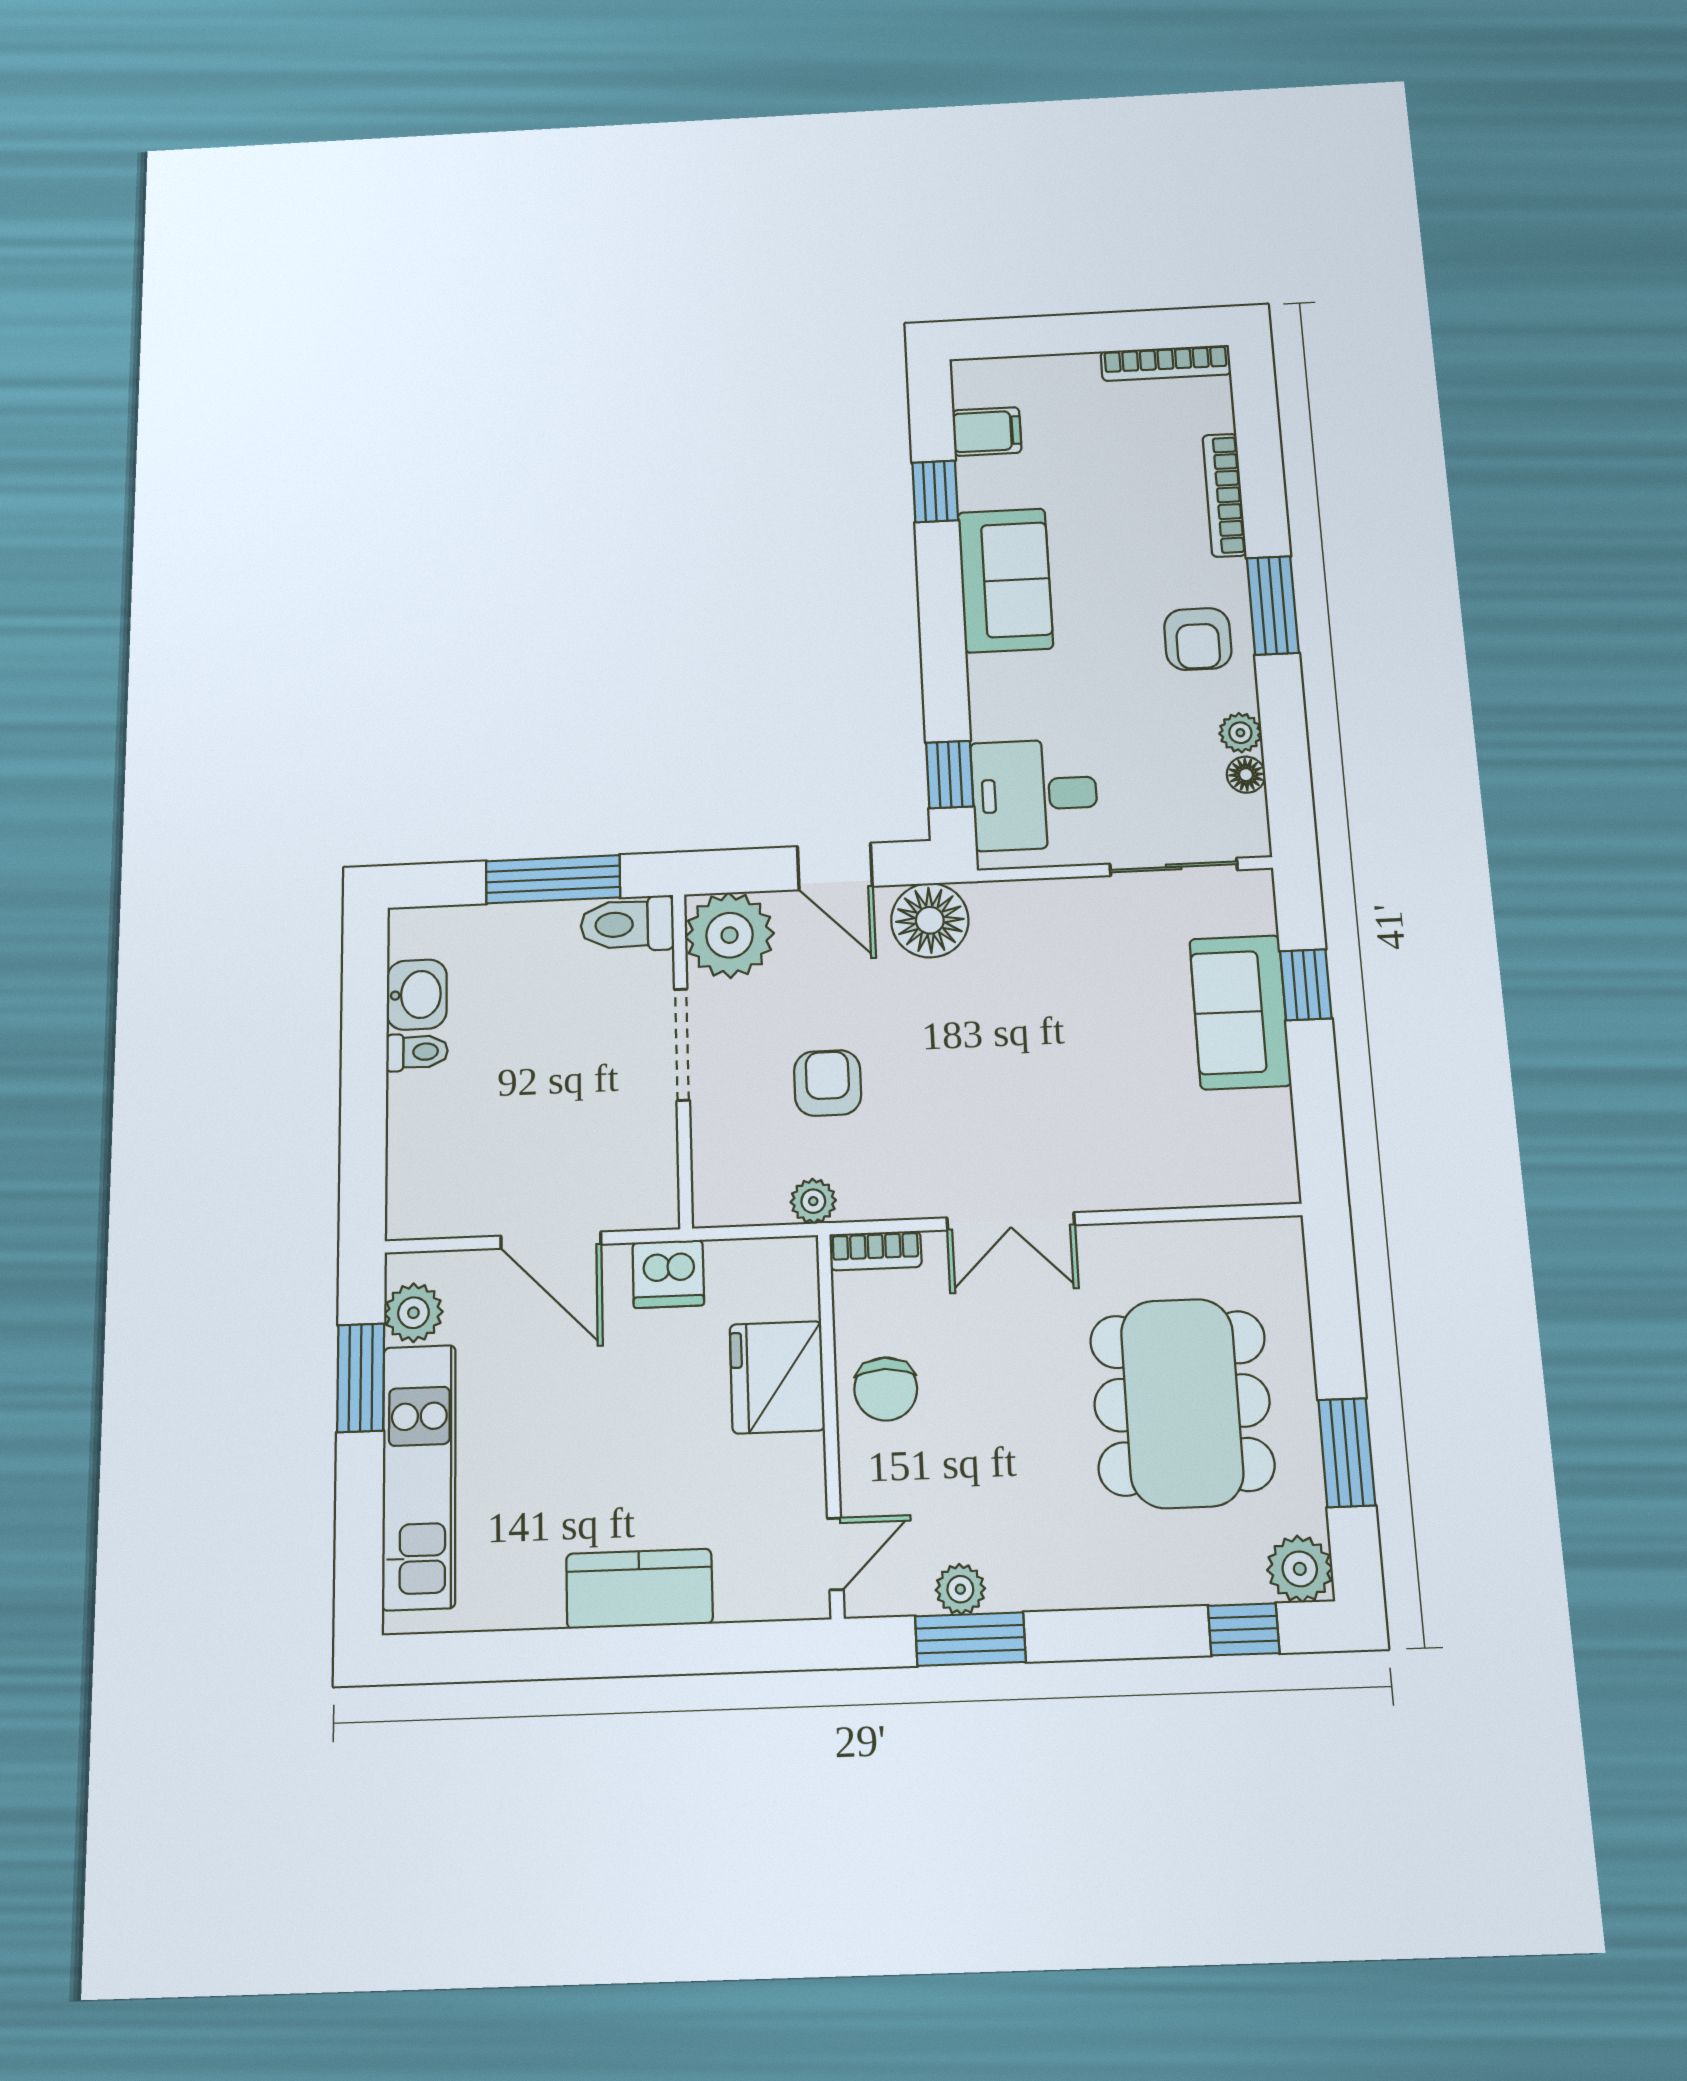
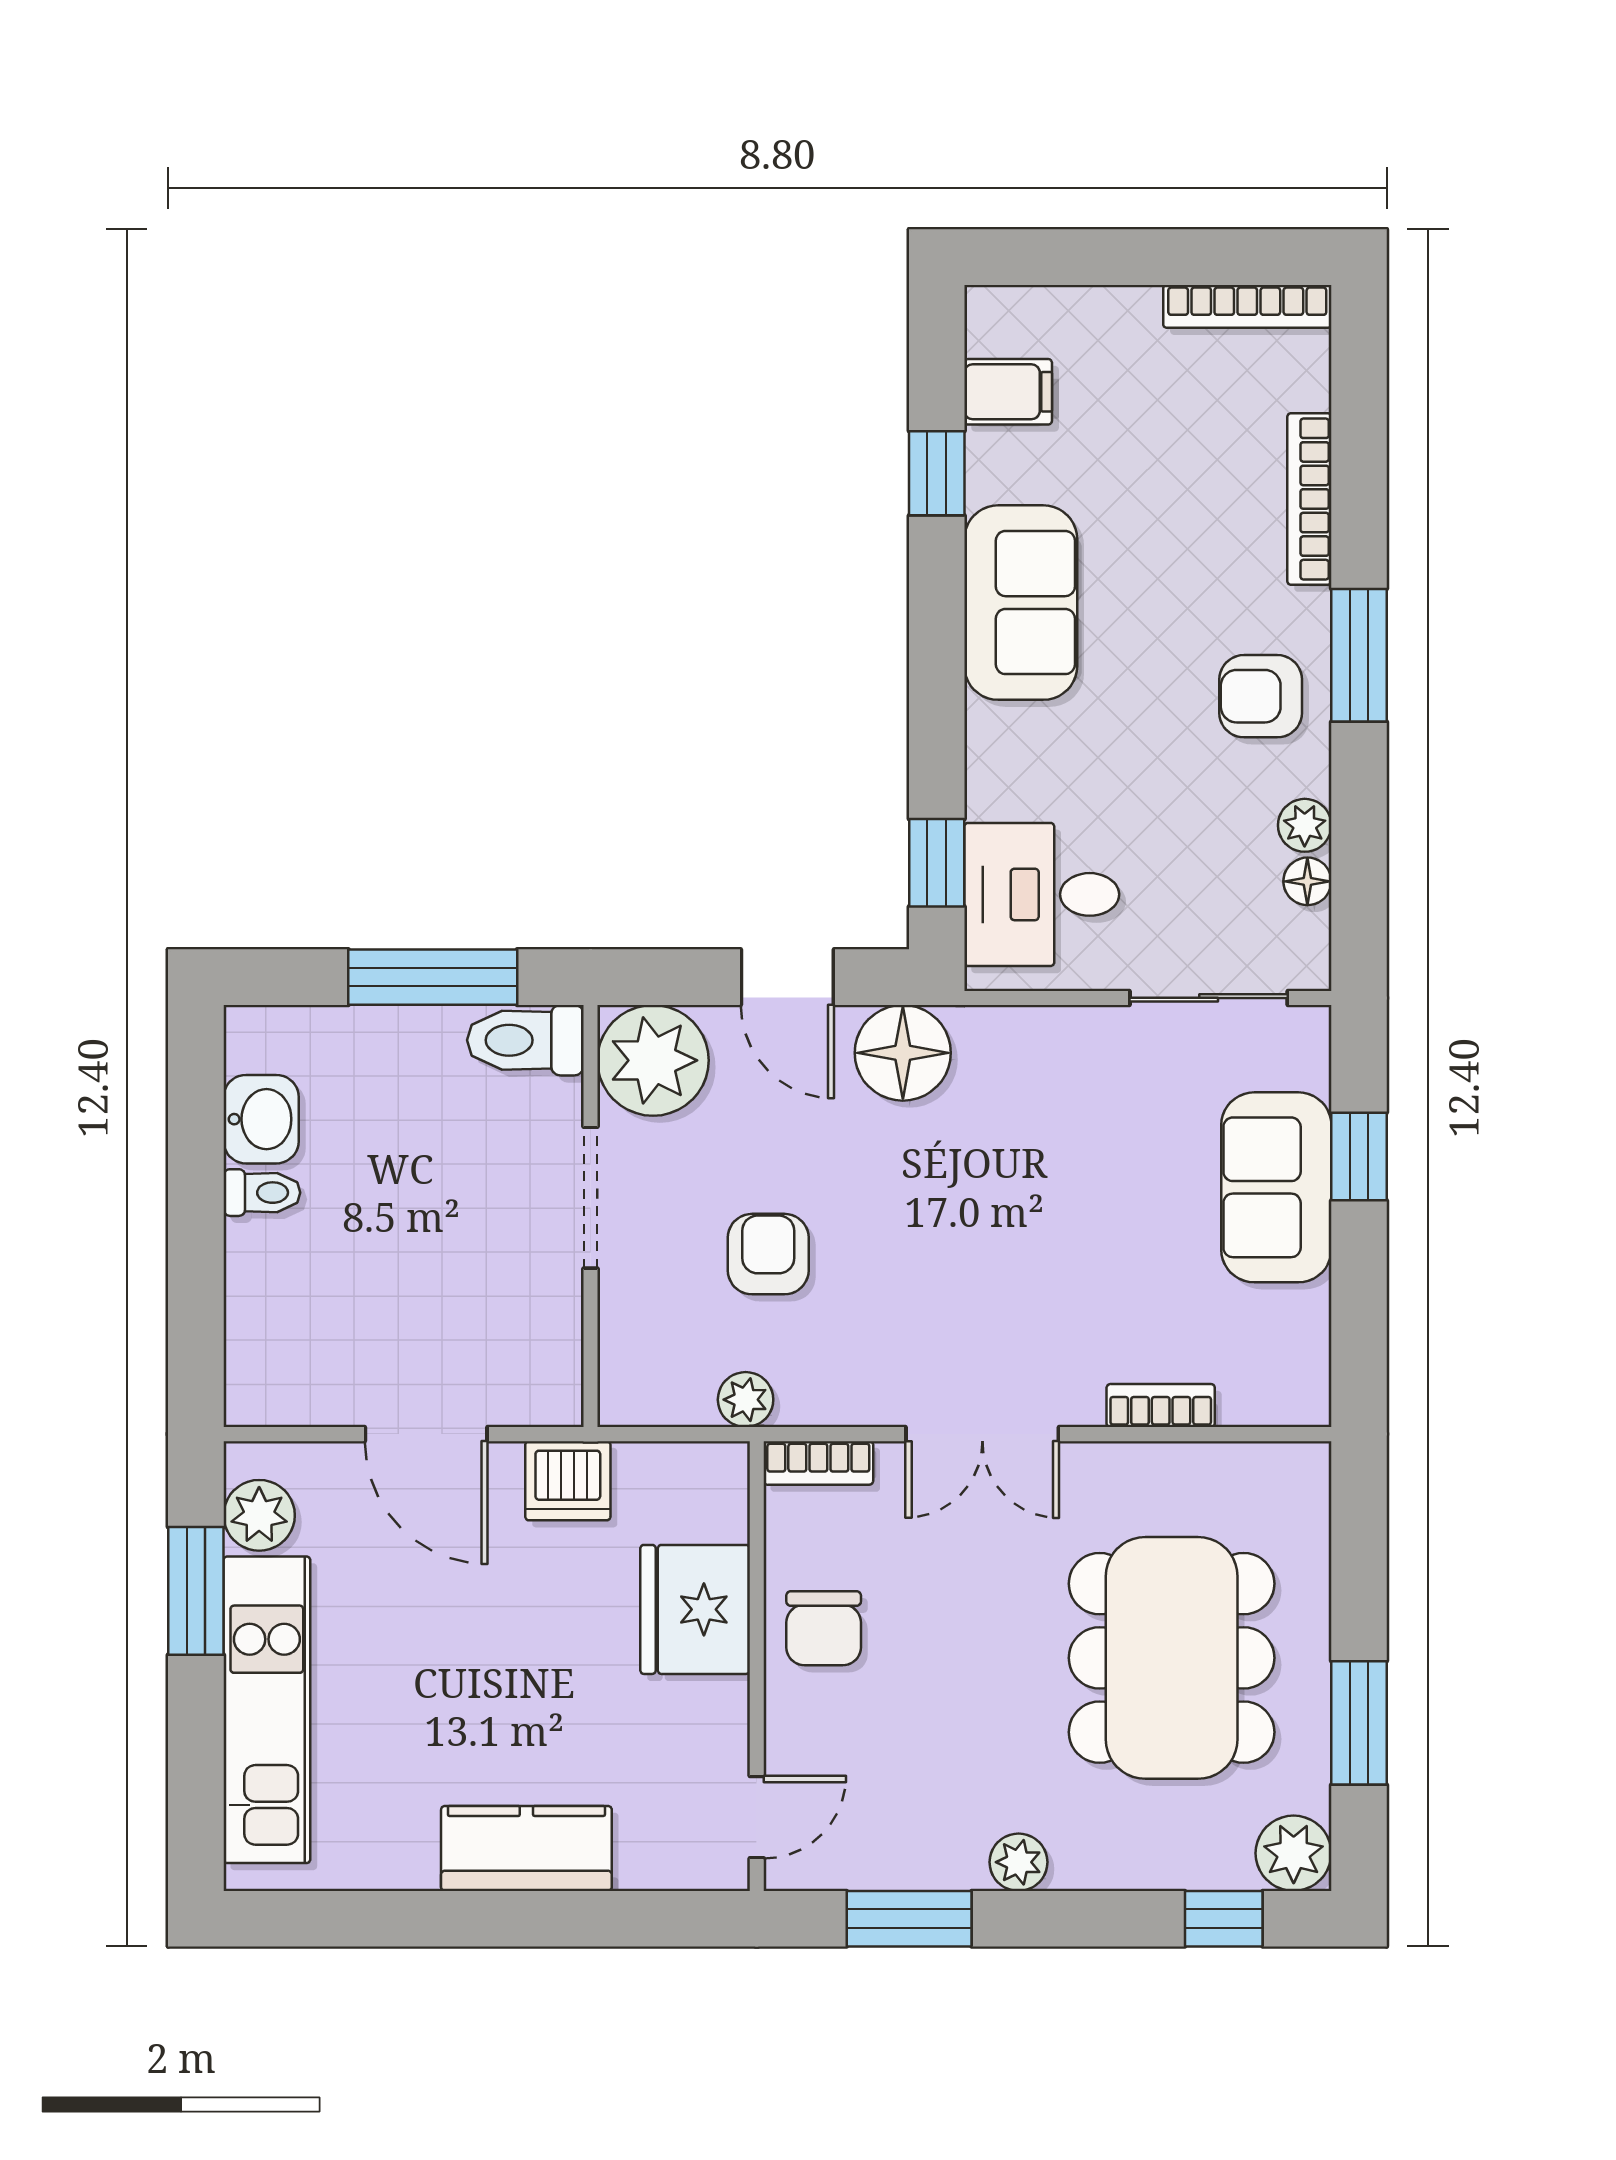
armchair: (1198, 639) -> (1261, 696), turned 90
bookcase: (1158, 1192) -> (1161, 1406), added
plant: (960, 1589) -> (1019, 1862), moved

